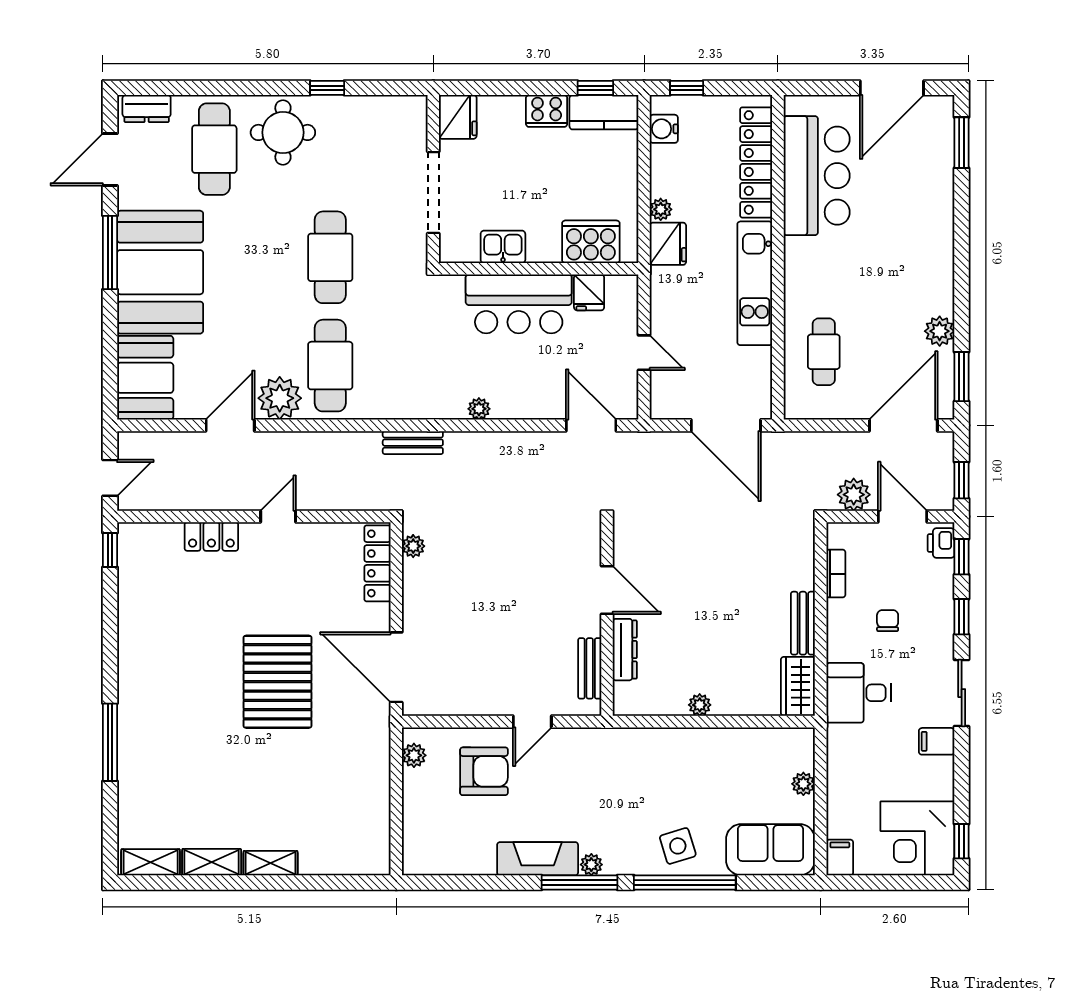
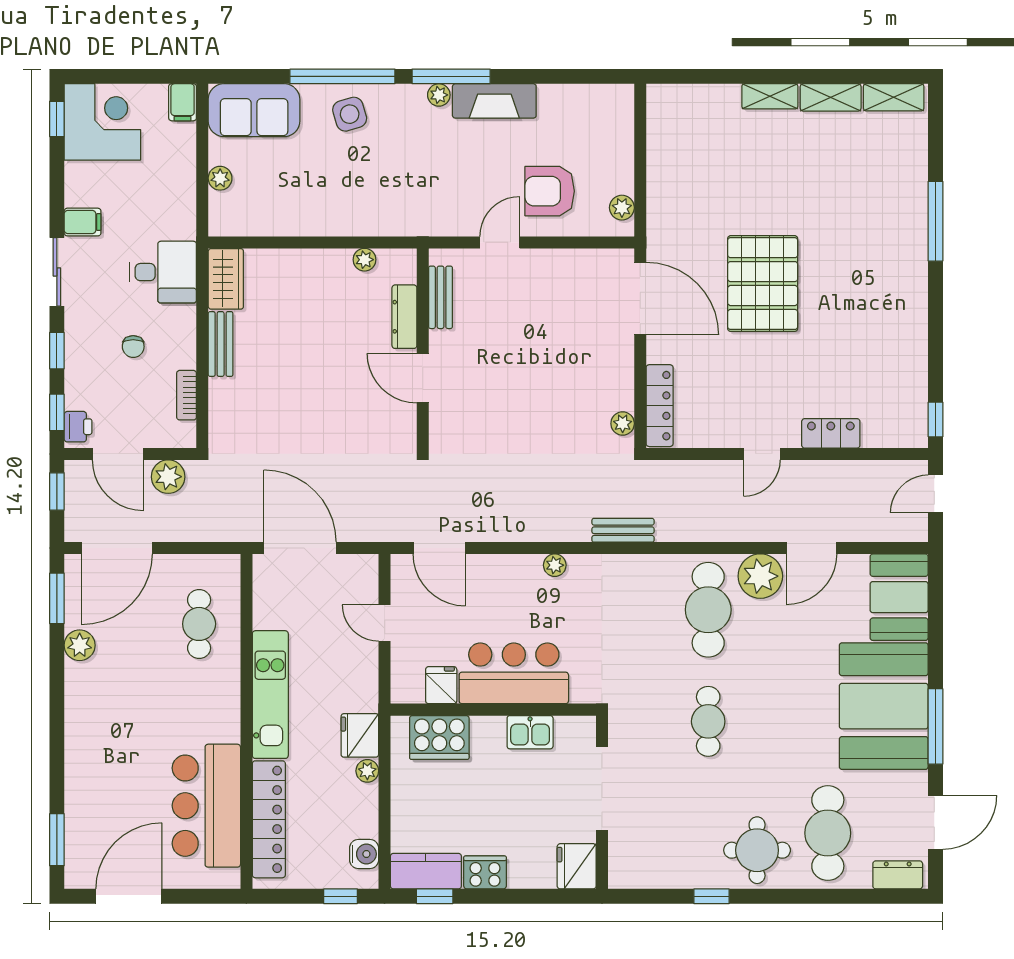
cafe table: (330, 257) -> (708, 721), width x0.73, depth x0.74
plant: (700, 705) -> (365, 260), moved

